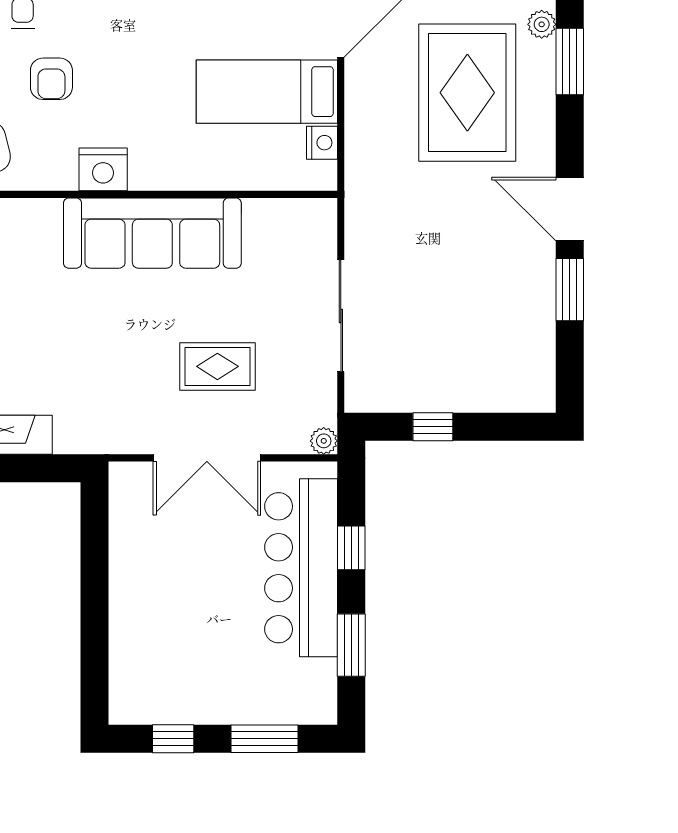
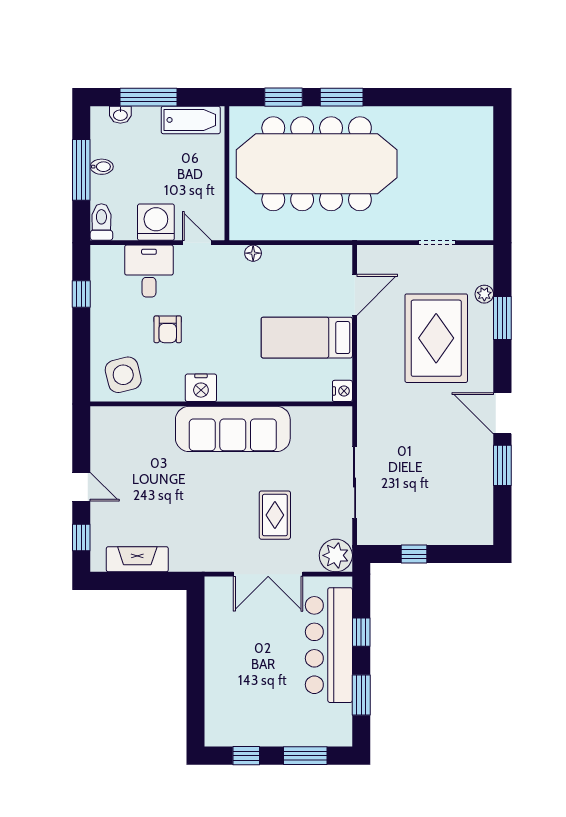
nightstand: (322, 143) -> (342, 391), moved
rug: (217, 366) -> (275, 515), turned 90
plant: (324, 441) -> (336, 555), width x1.88, depth x1.88

